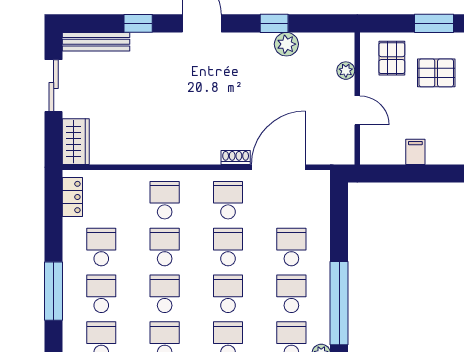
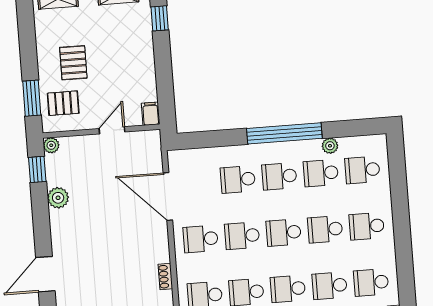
window: (274, 23) -> (37, 169), moved
window: (434, 23) -> (32, 98), moved
plant: (346, 71) -> (51, 145), moved
filing cabinet: (415, 152) -> (151, 114), moved, turned 90
shoe rack: (236, 158) -> (165, 277), moved

